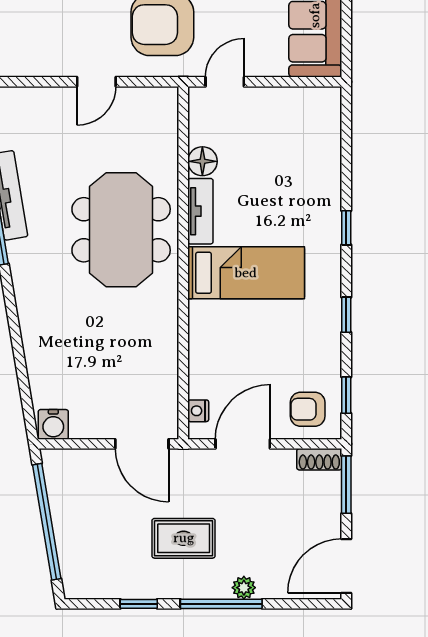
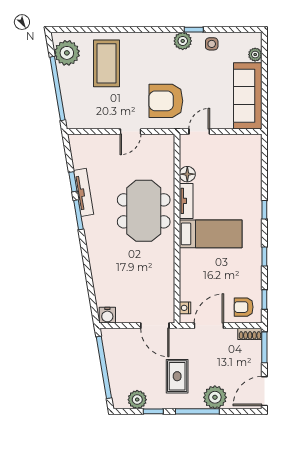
rug: (184, 538) -> (177, 376), turned 90
plant: (109, 582) -> (137, 400), added
plant: (244, 588) -> (215, 397), width x1.87, depth x1.87

